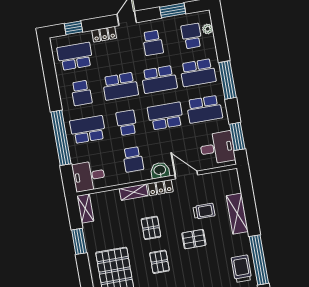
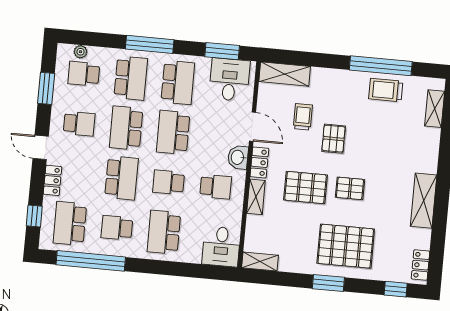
school desk: (159, 79) -> (126, 128), turned 180
school desk: (81, 93) -> (117, 228), turned 180
window: (61, 138) -> (91, 261), moved
door: (186, 175) -> (253, 127), swing flipped
shelving: (237, 214) -> (285, 74), moved
pallet: (151, 228) -> (306, 188), width x1.50, depth x1.42
window: (79, 241) -> (328, 283), moved

